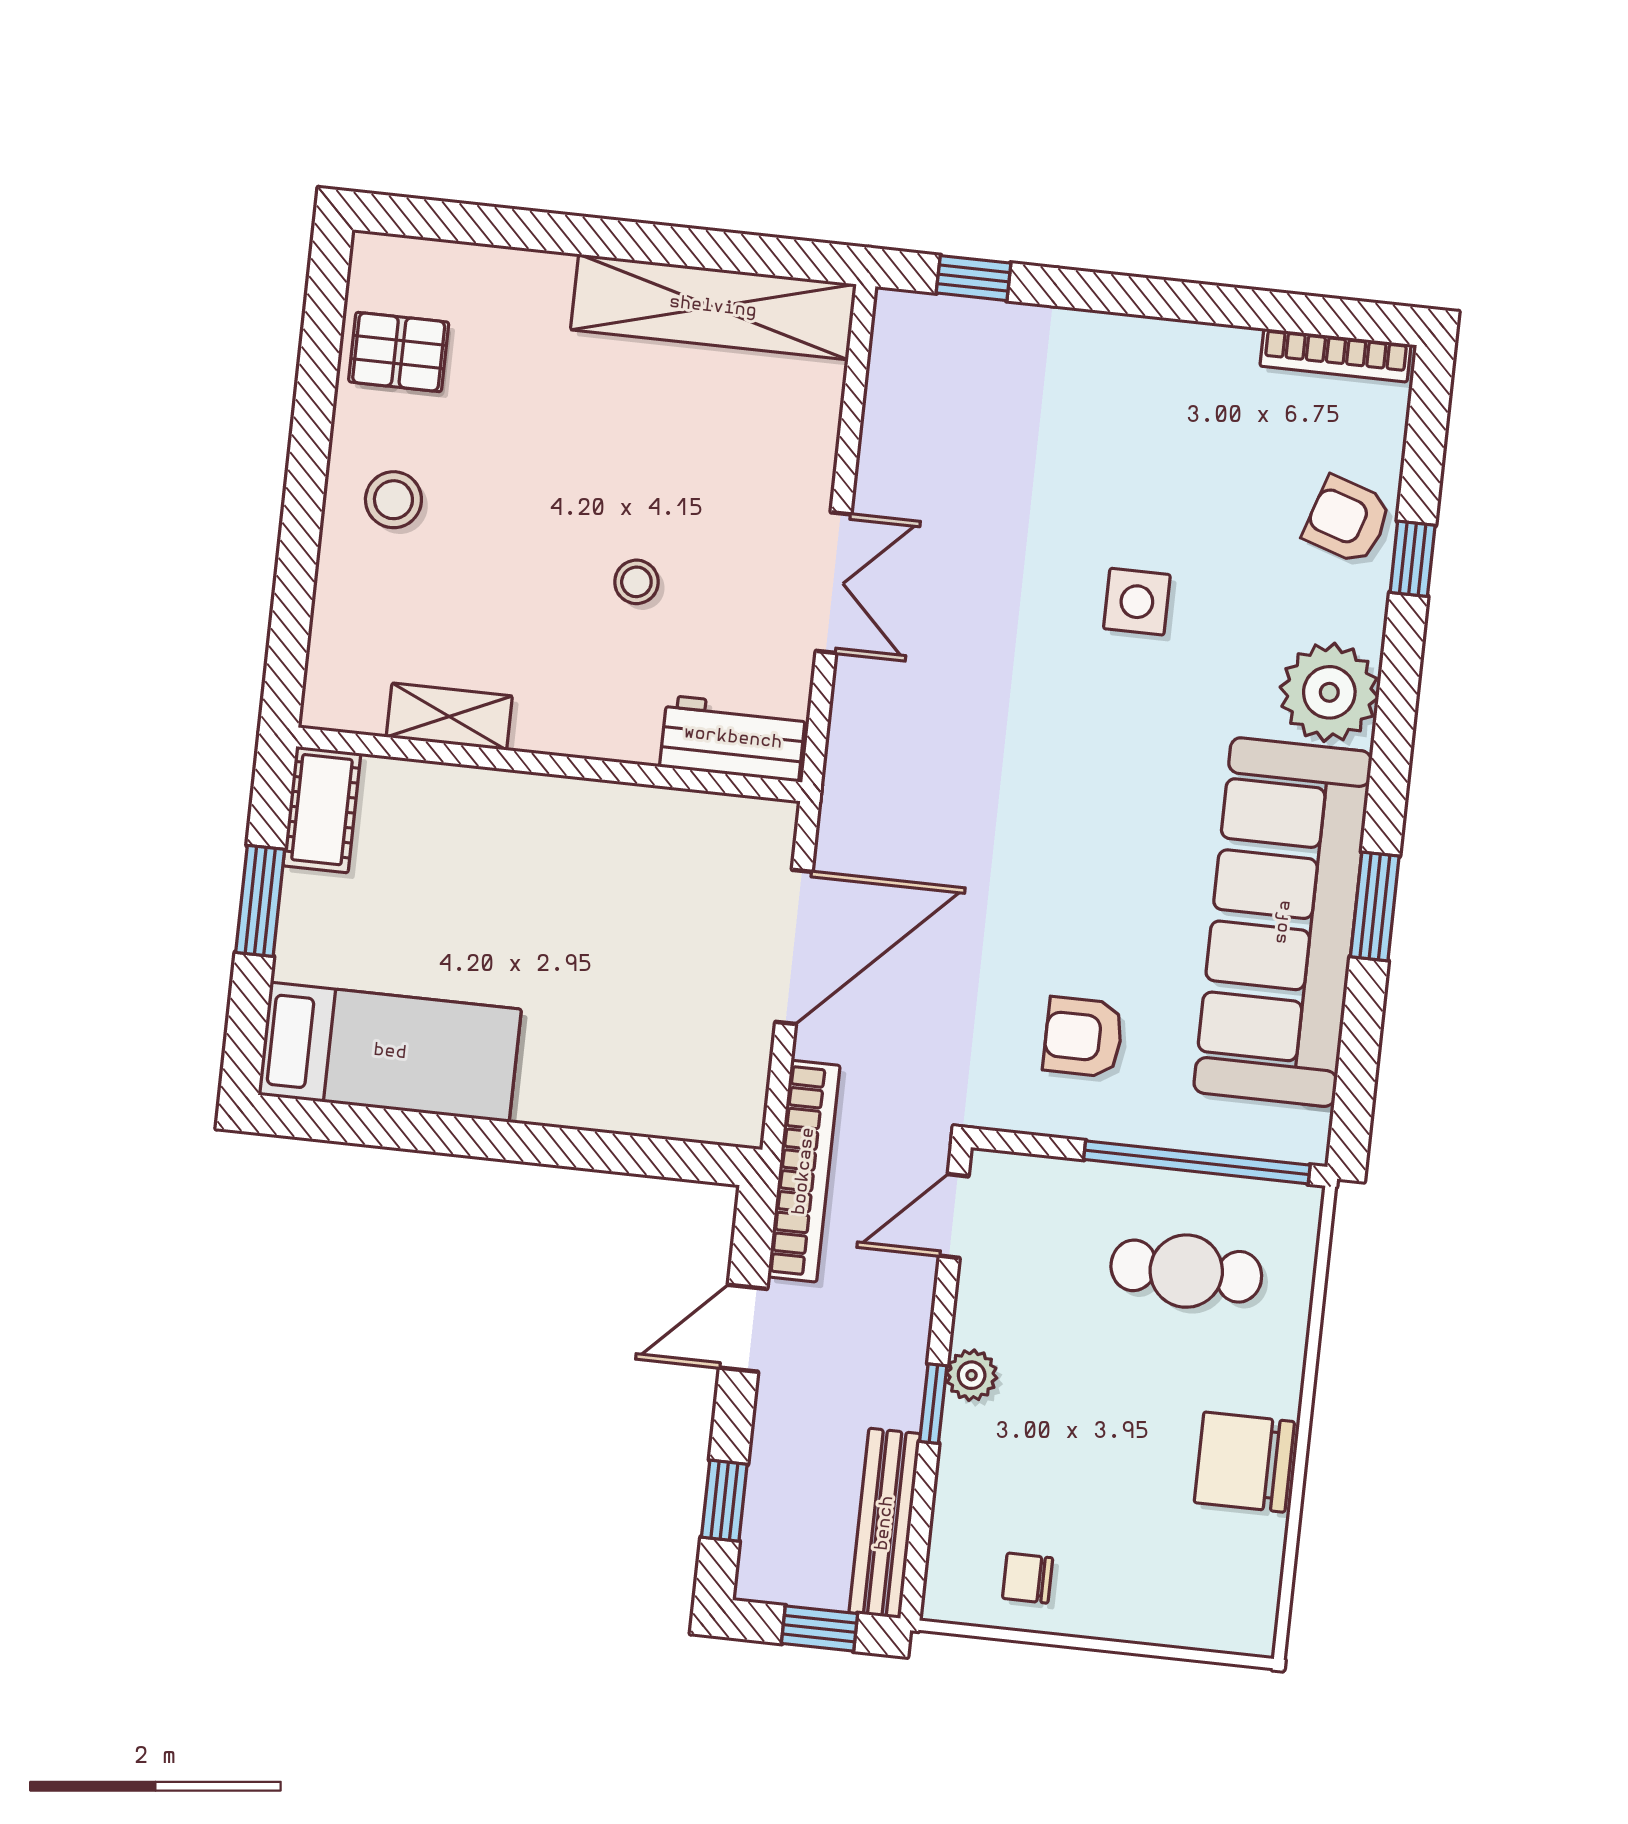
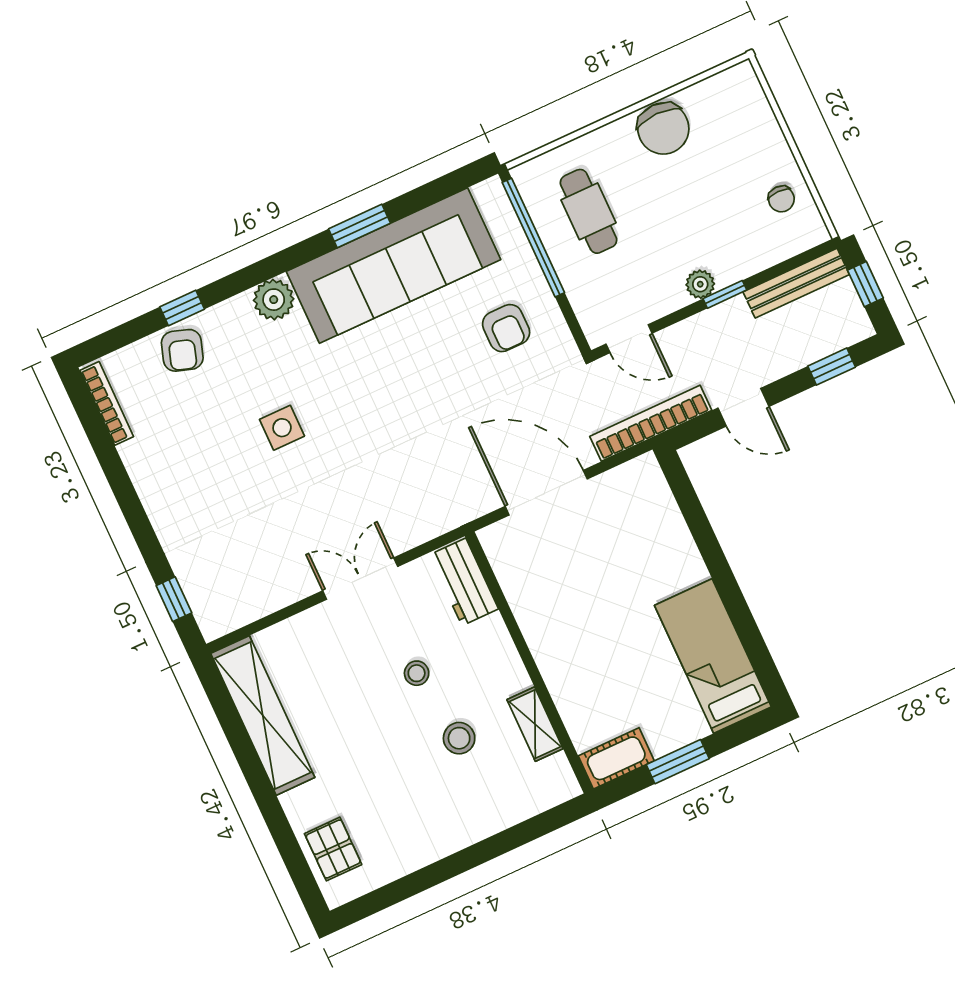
pallet: (399, 352) -> (333, 849), moved
stool: (393, 500) -> (459, 738), moved
plant: (1329, 692) -> (274, 300), width x0.73, depth x0.73

